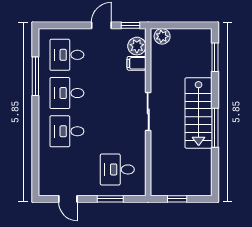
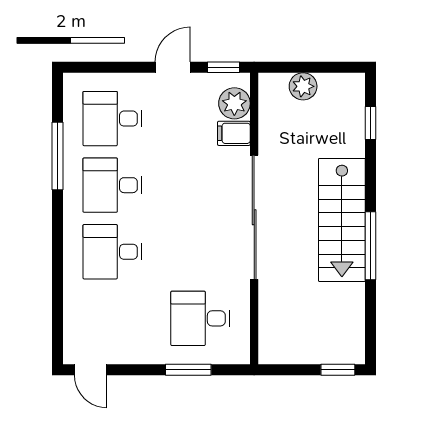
plant: (162, 36) -> (303, 86), moved
window: (215, 57) -> (371, 123), width x0.67
sliding door: (148, 111) -> (254, 217), width x1.86
door: (68, 199) -> (91, 370), moved
window: (177, 199) -> (338, 370), moved

